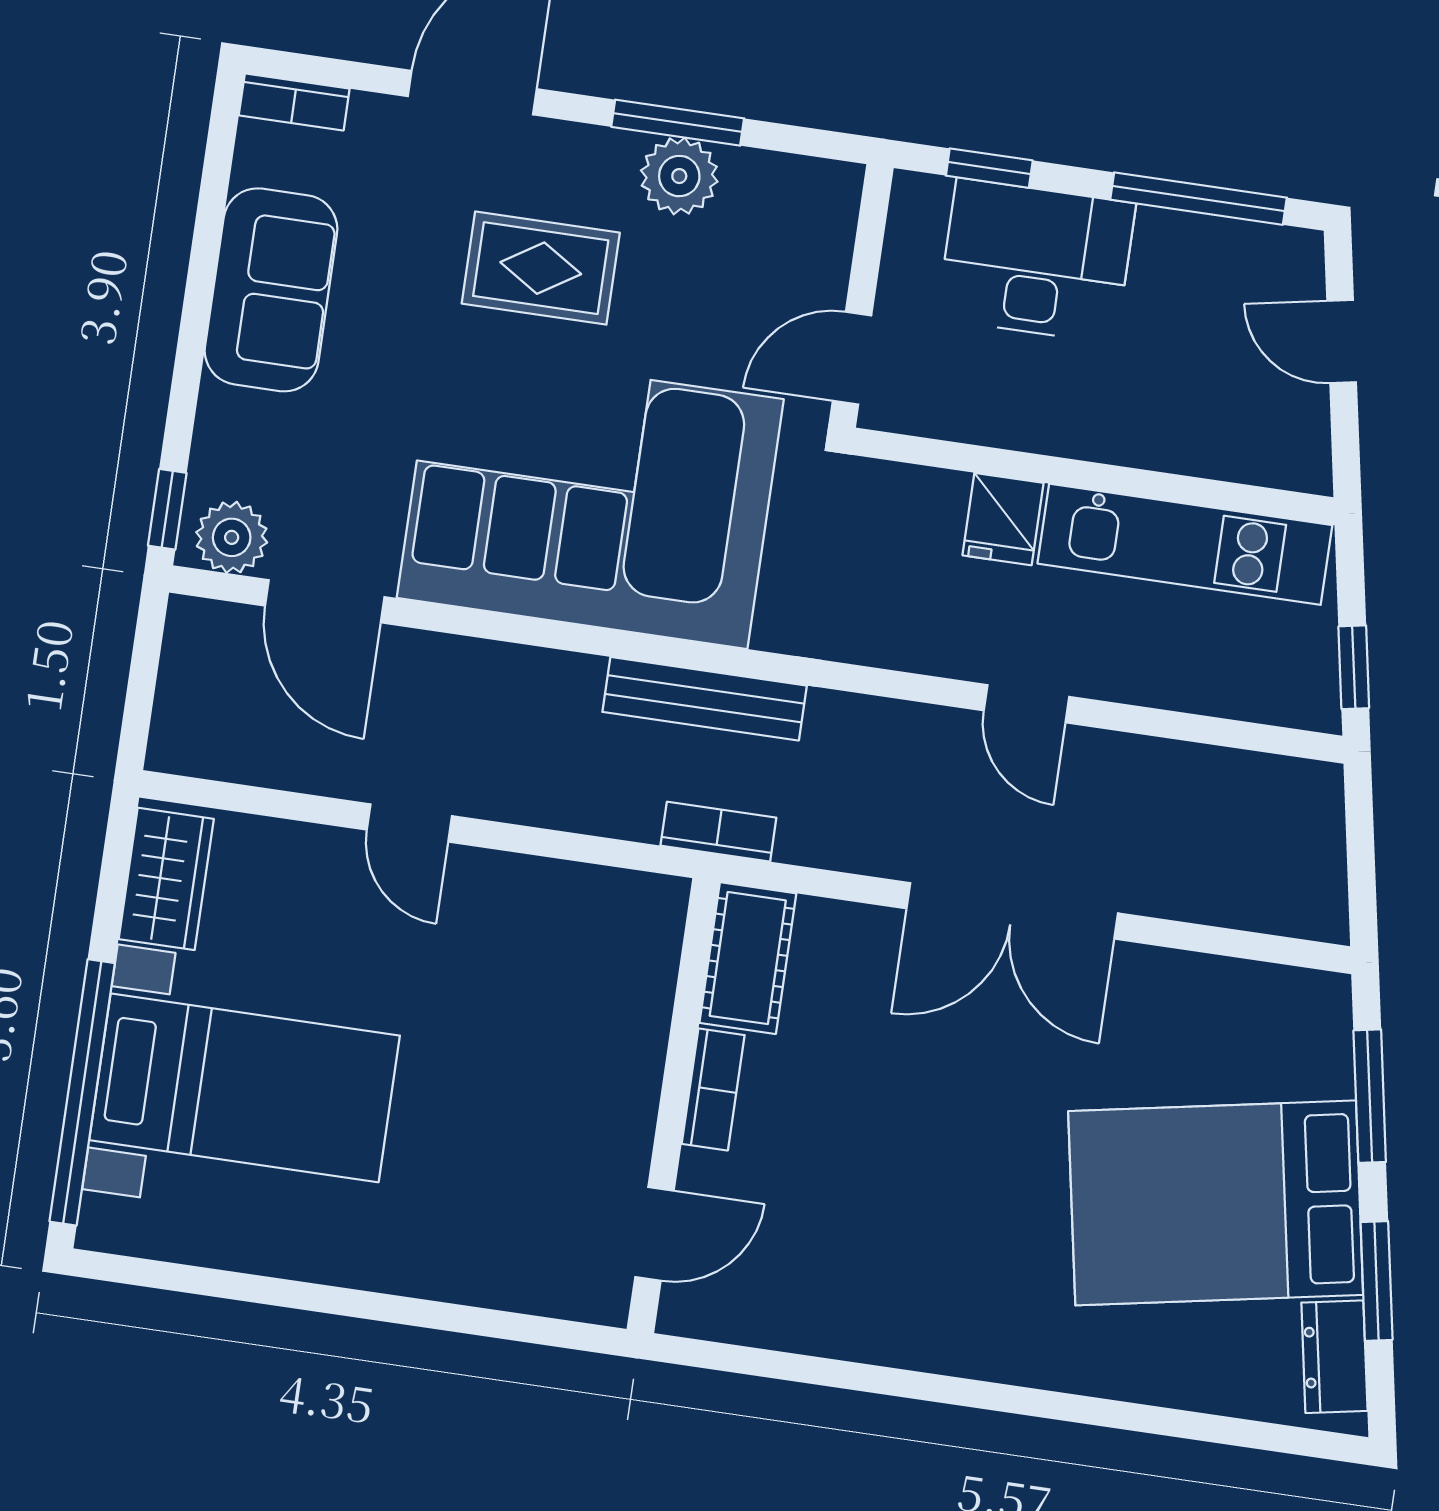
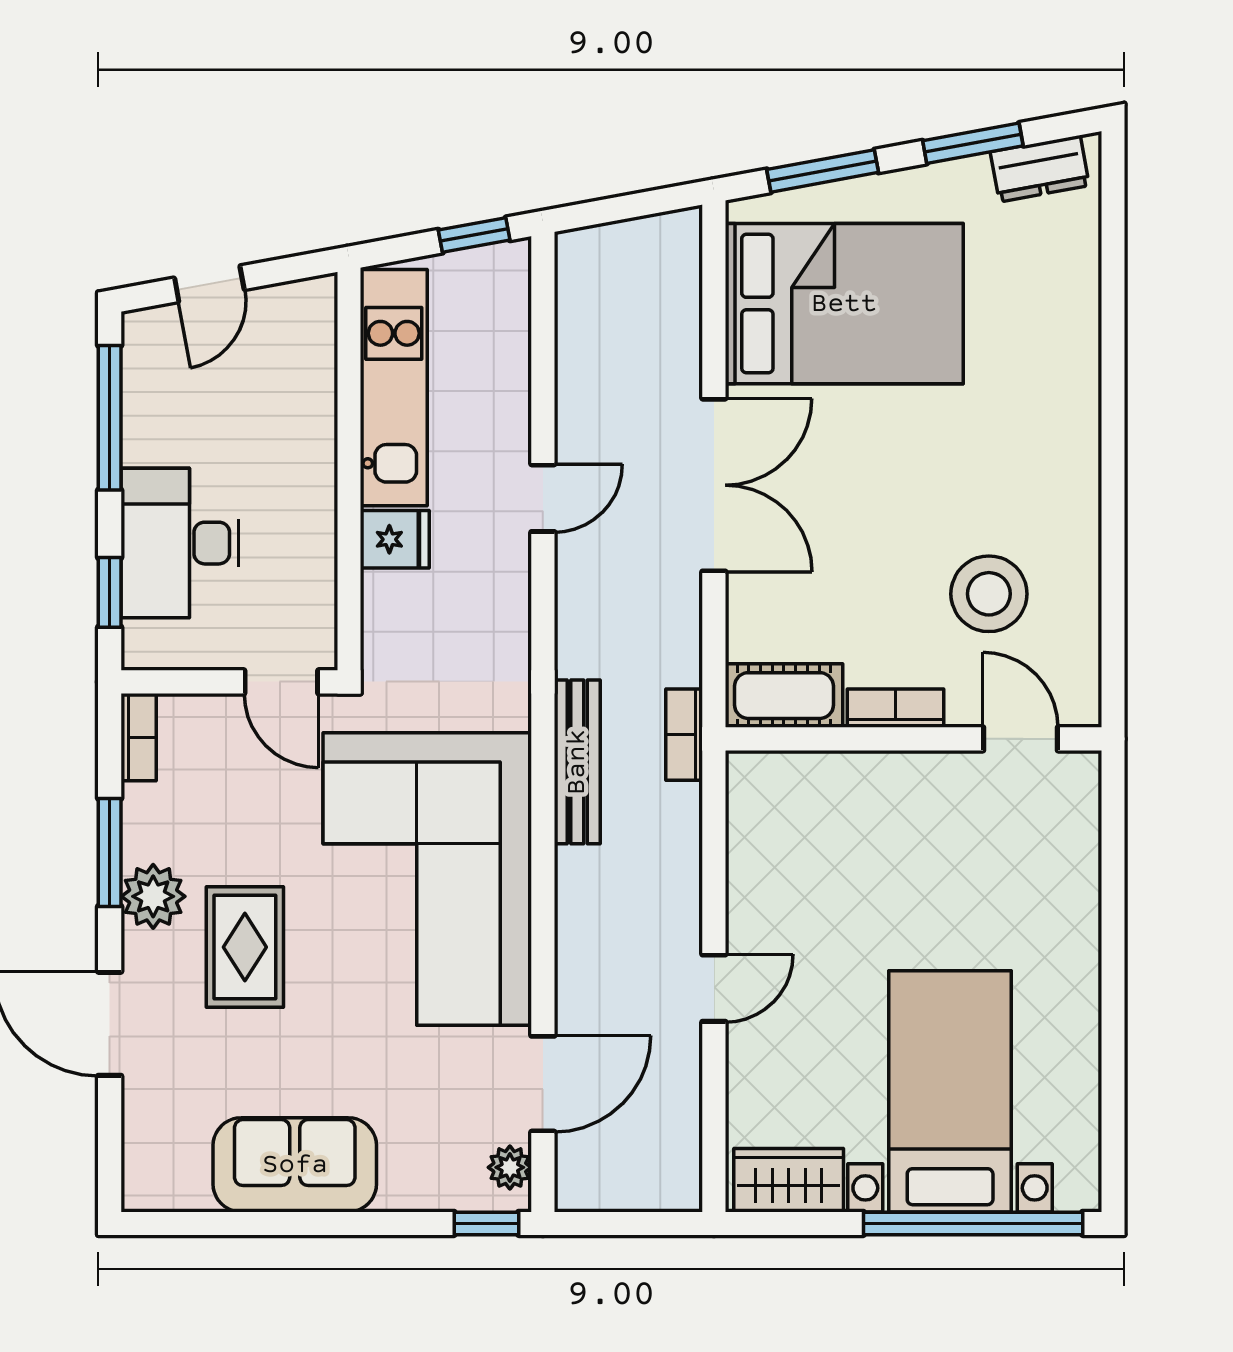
bookcase: (294, 102) -> (139, 737), moved
plant: (679, 176) -> (153, 896), moved
plant: (232, 537) -> (510, 1167), width x0.73, depth x0.73
bed: (1216, 1203) -> (844, 304), moved, turned -80
stool: (834, 1221) -> (989, 594), added

